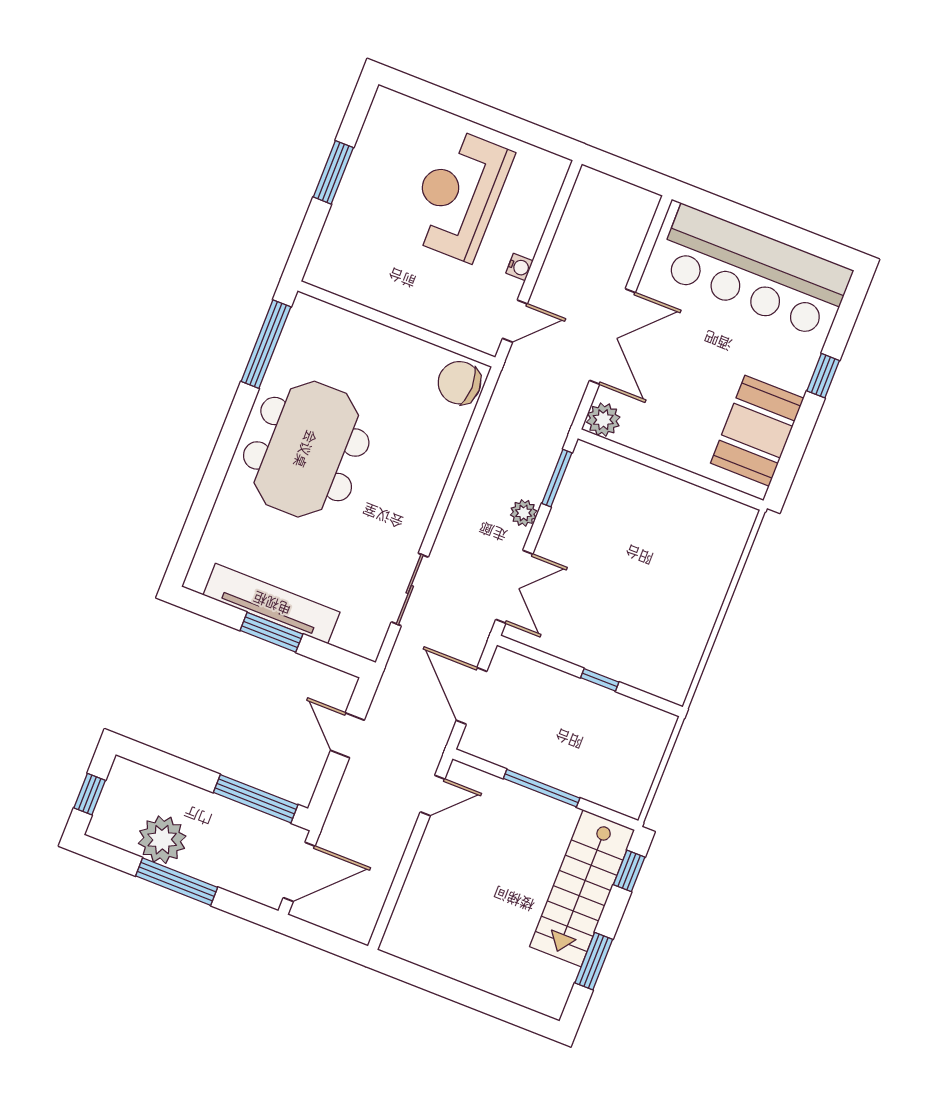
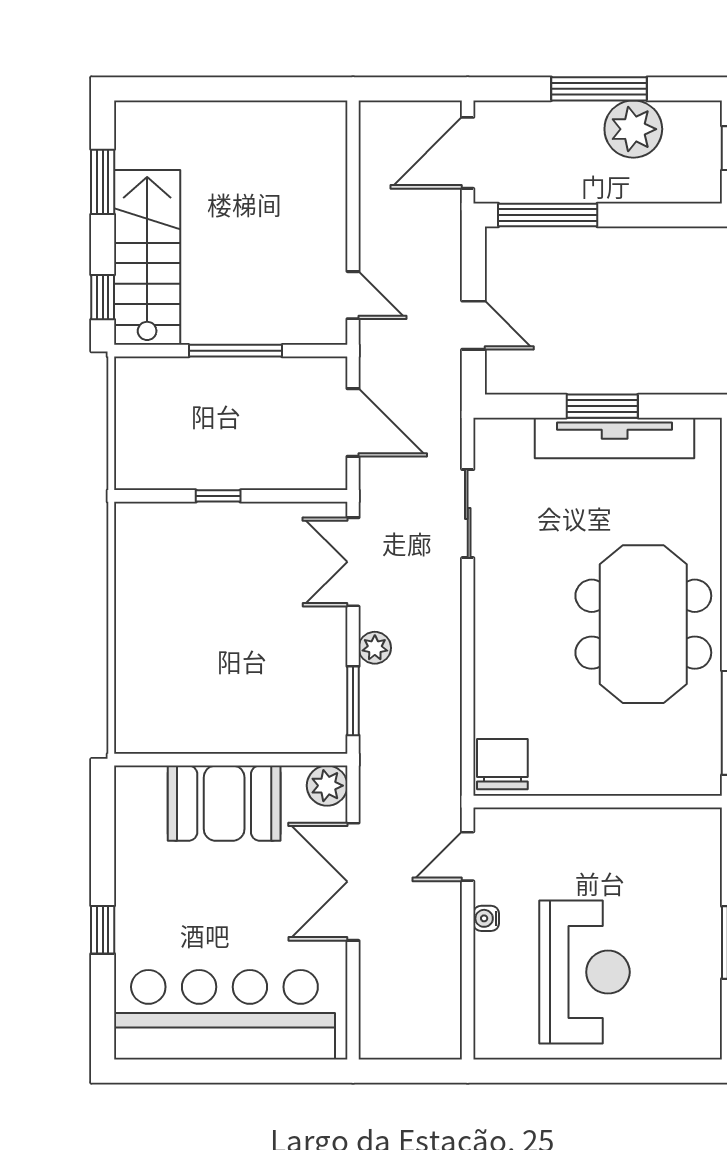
chair: (459, 383) -> (502, 764), turned -90
booth: (757, 431) -> (224, 803), moved, turned 90
door: (433, 796) -> (353, 295), swing flipped

